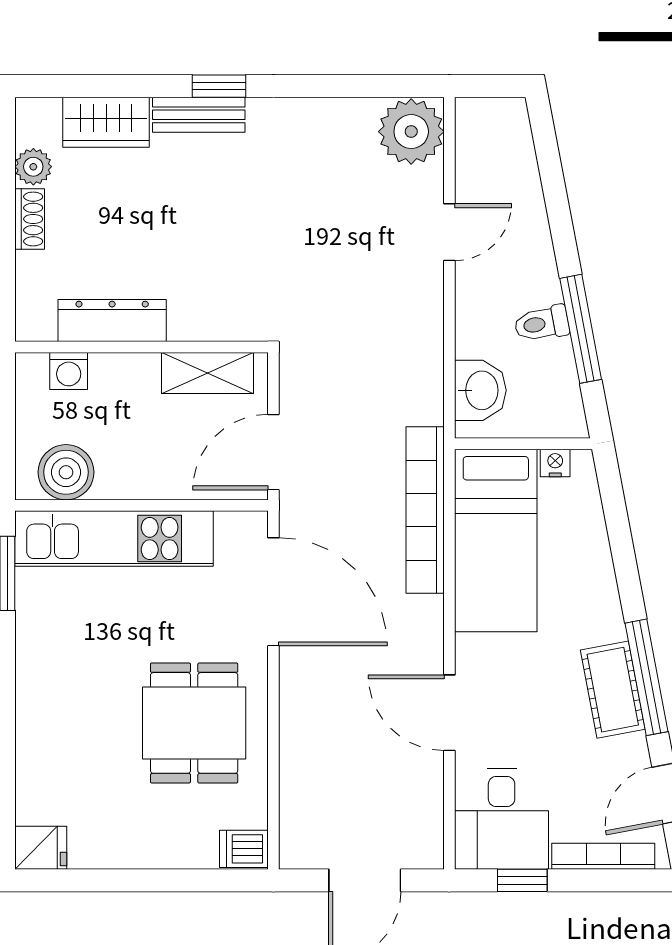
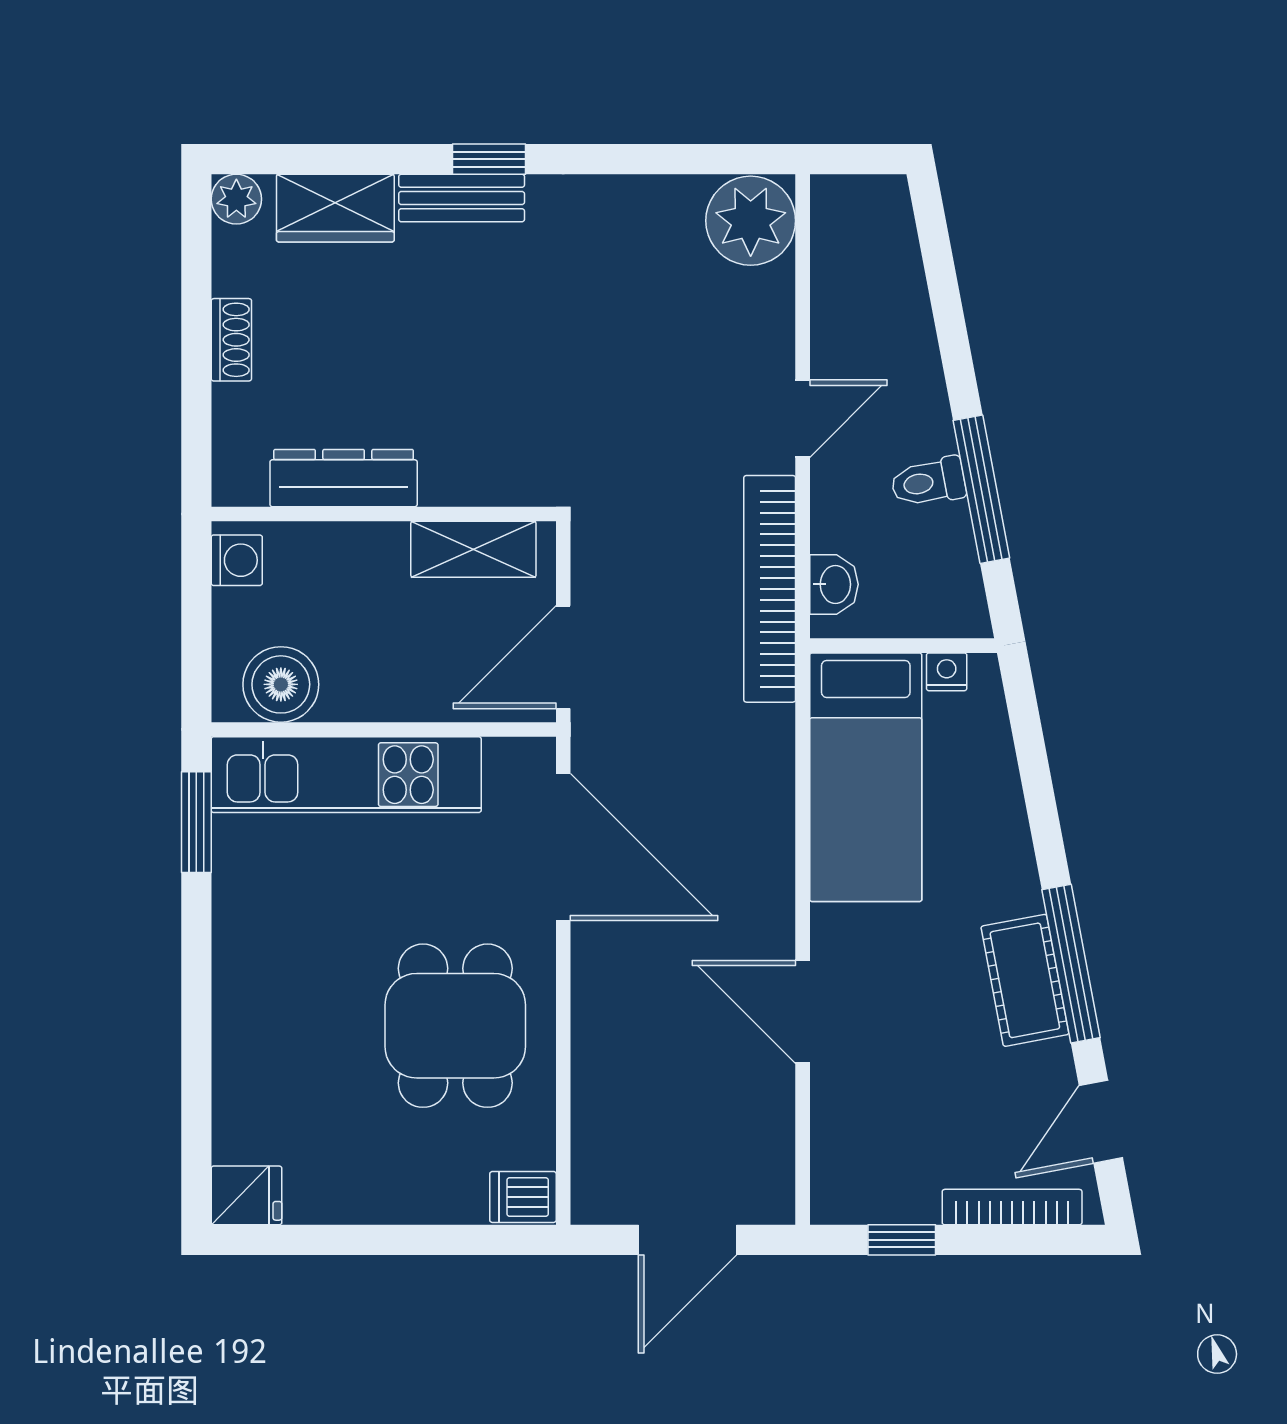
plant: (33, 167) -> (236, 199), moved
door: (449, 232) -> (803, 419), moved
washing machine: (69, 371) -> (237, 560), moved, turned -90
washbasin: (480, 390) -> (834, 584), width x0.72, depth x0.69
bookcase: (425, 510) -> (770, 589), moved
desk: (502, 819) -> (874, 1156), removed

